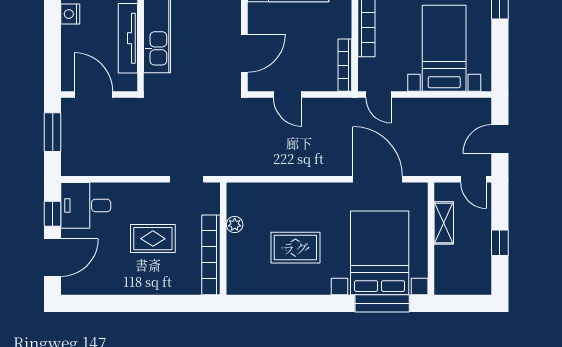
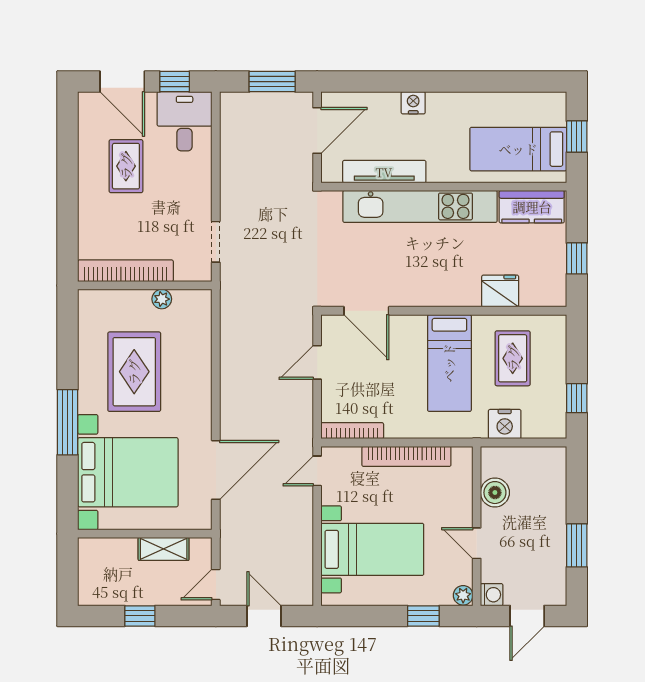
rug: (153, 239) -> (126, 166), moved
rug: (295, 248) -> (134, 372), width x1.36, depth x1.43
window: (382, 303) -> (68, 422), moved

